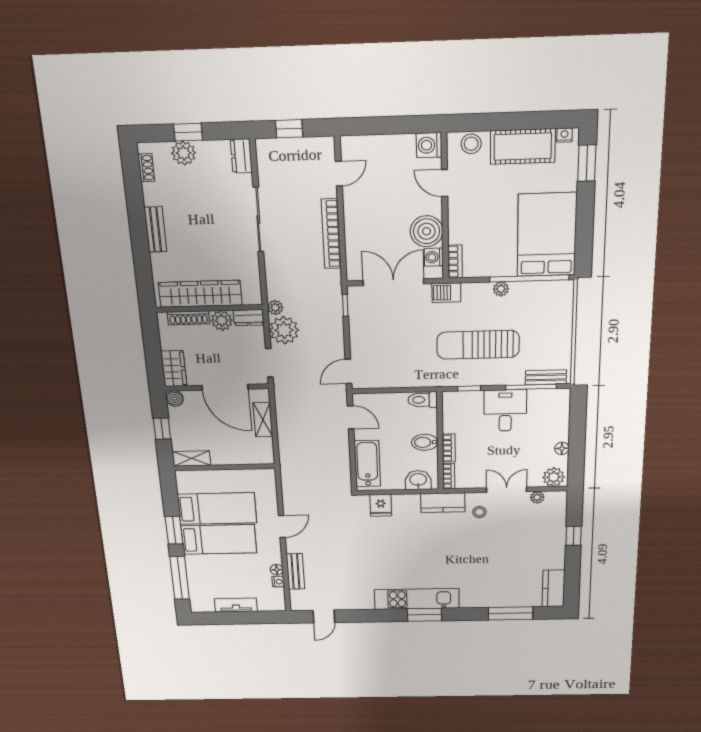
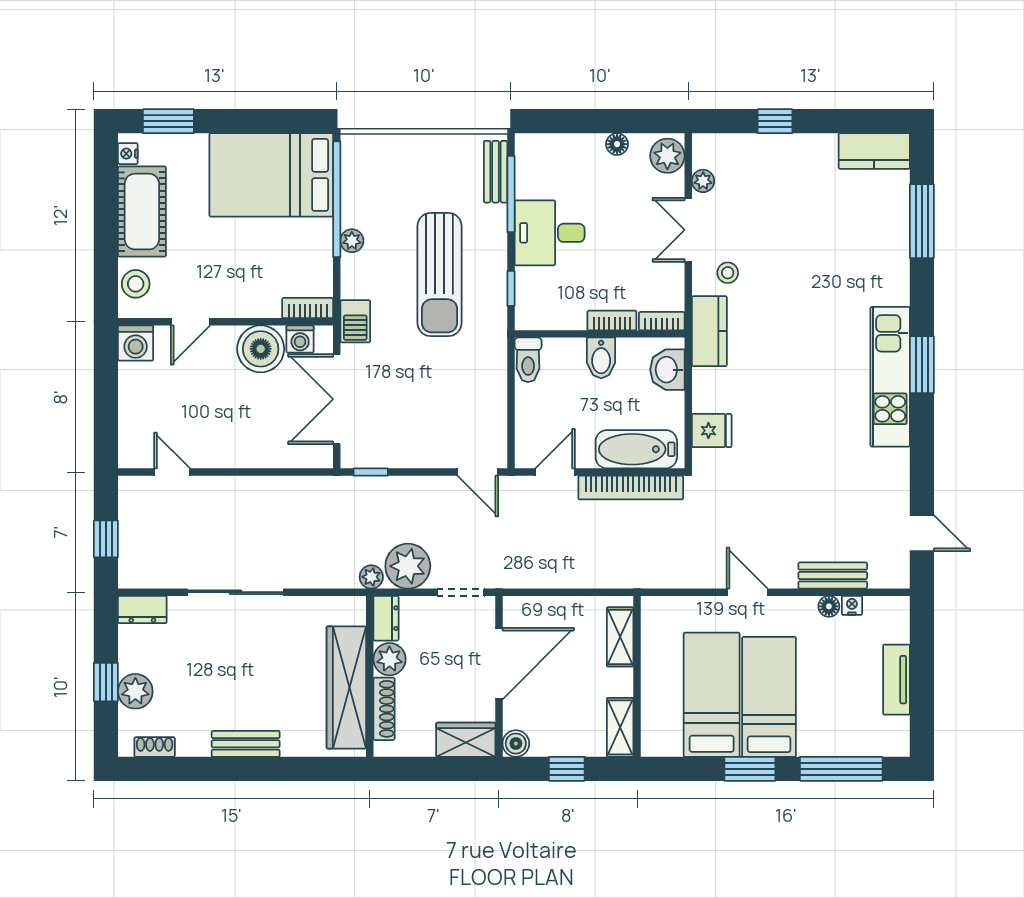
bookcase: (331, 234) -> (631, 488), moved
shelving: (263, 420) -> (620, 637), moved, turned 90

